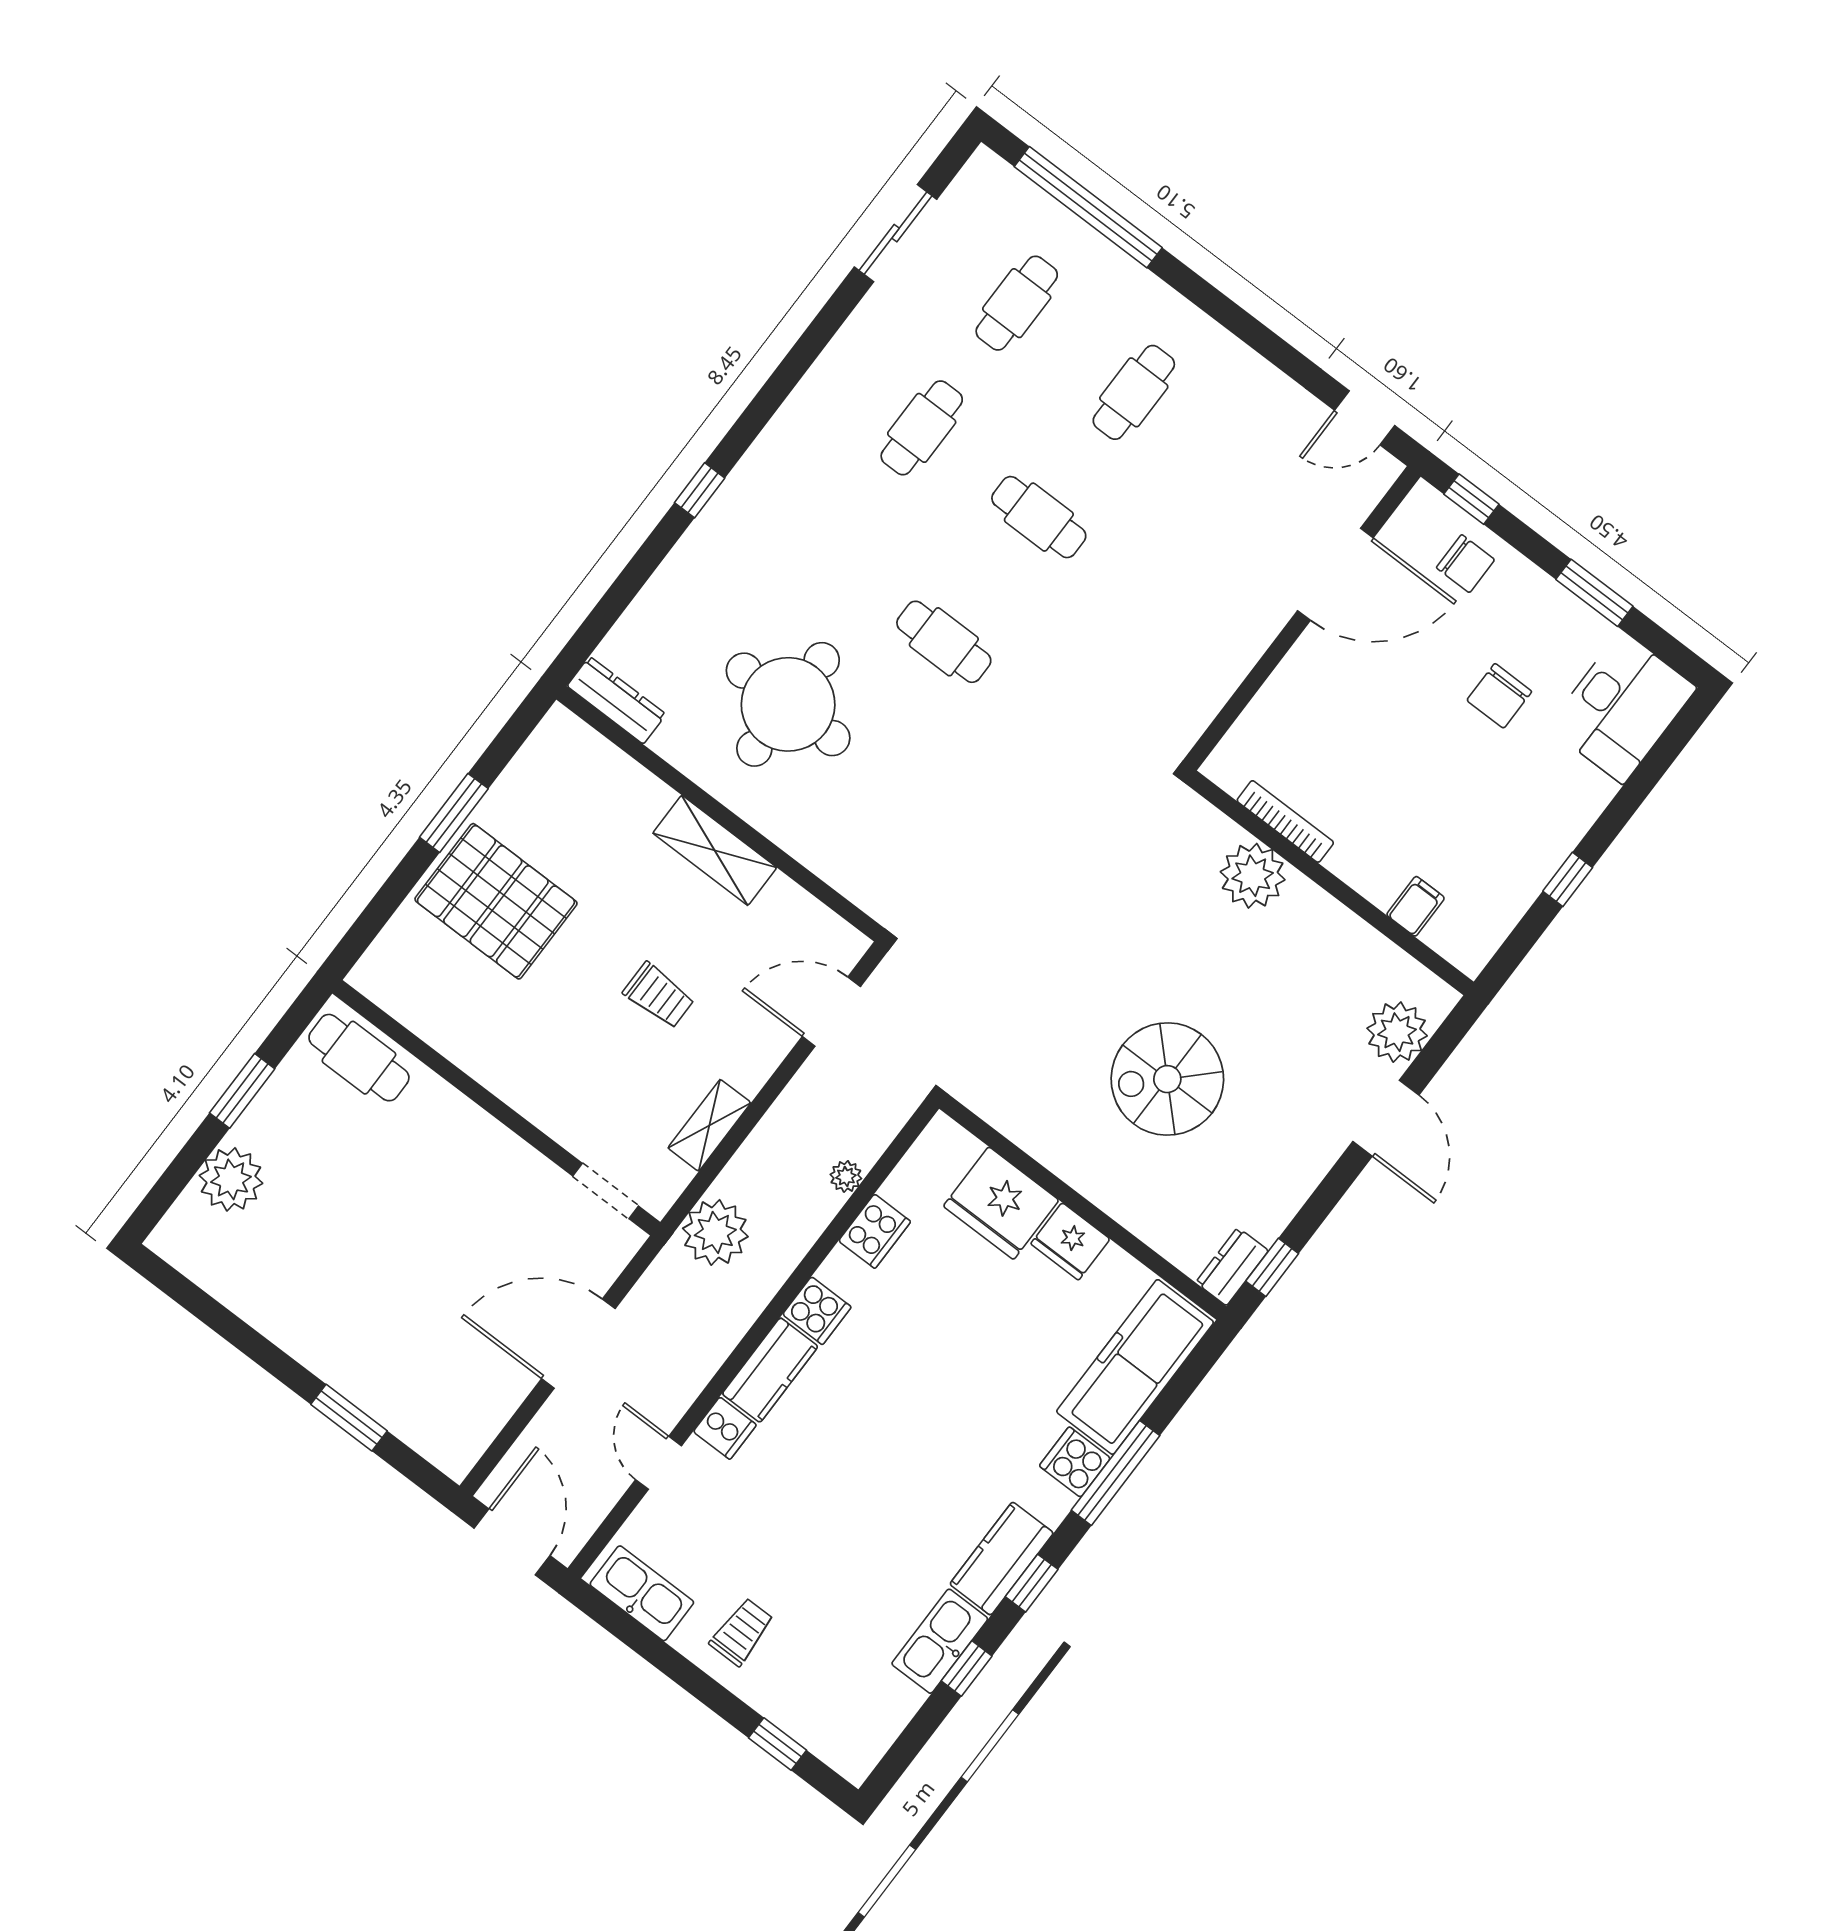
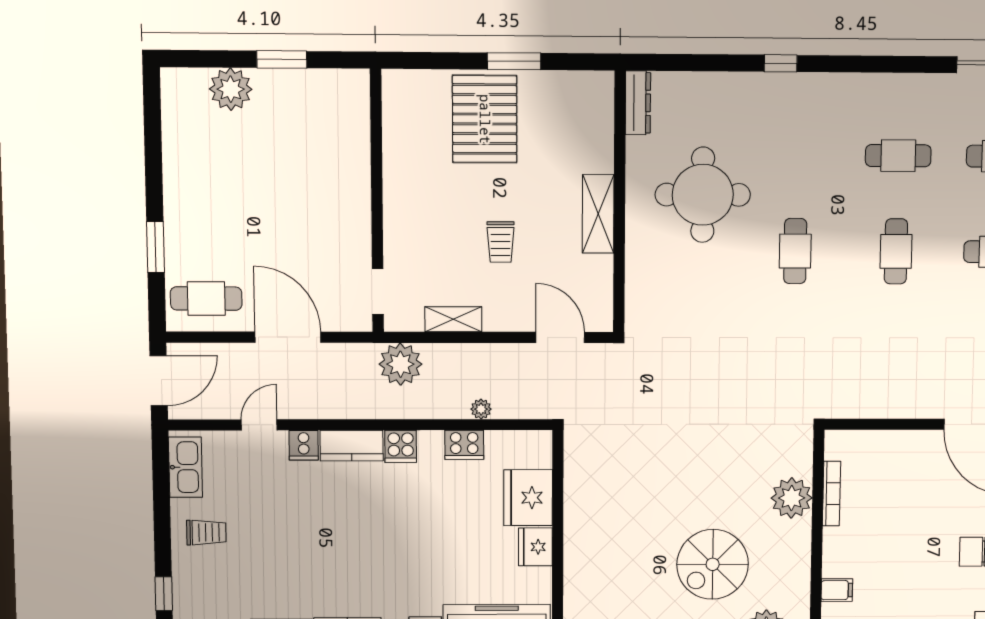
cafe table: (359, 1058) -> (206, 298), moved, turned 90
spiral stairs: (1167, 1079) -> (713, 564), moved, turned -90

